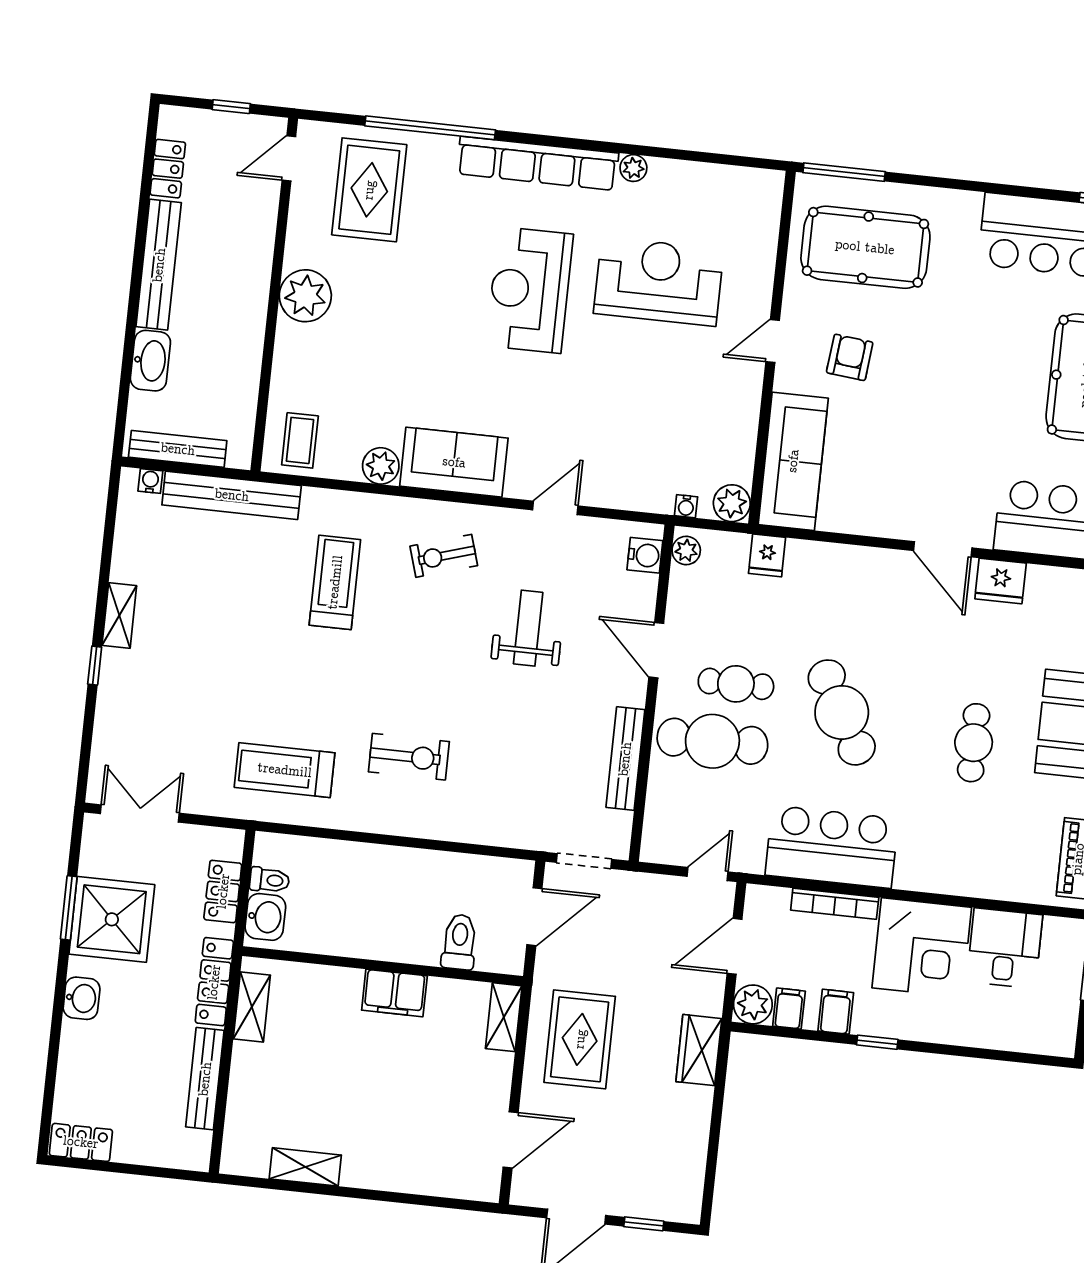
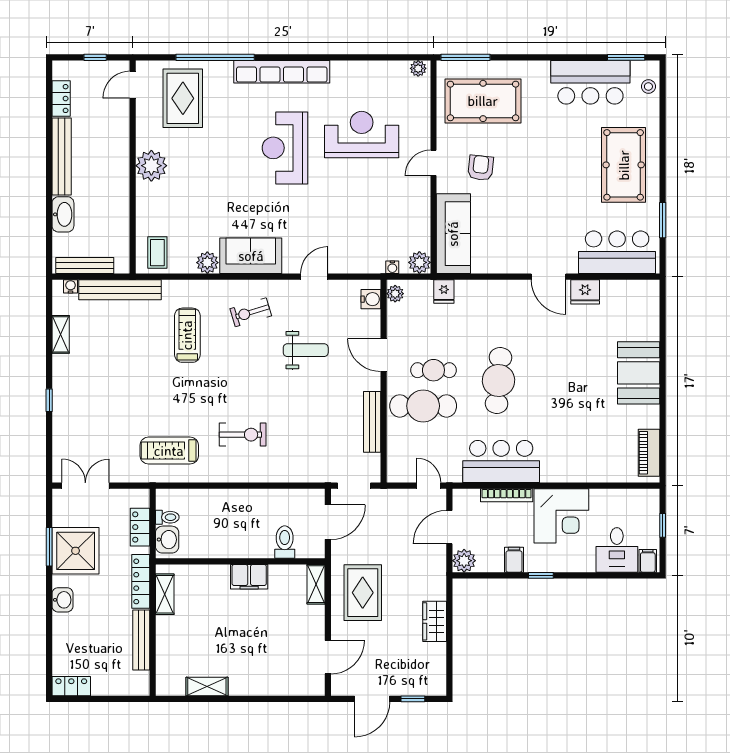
plant: (633, 168) -> (418, 68), moved
shelving: (119, 616) -> (61, 334), moved
weight bench: (528, 628) -> (306, 350), turned 90
cafe table: (842, 712) -> (498, 381), turned 34
cafe table: (974, 743) -> (579, 390), removed
door: (708, 874) -> (429, 486), hinge flipped
desk: (1005, 948) -> (617, 550), moved, turned 180
filing cabinet: (789, 1009) -> (648, 561), moved
wardrobe: (699, 1050) -> (435, 621), moved

